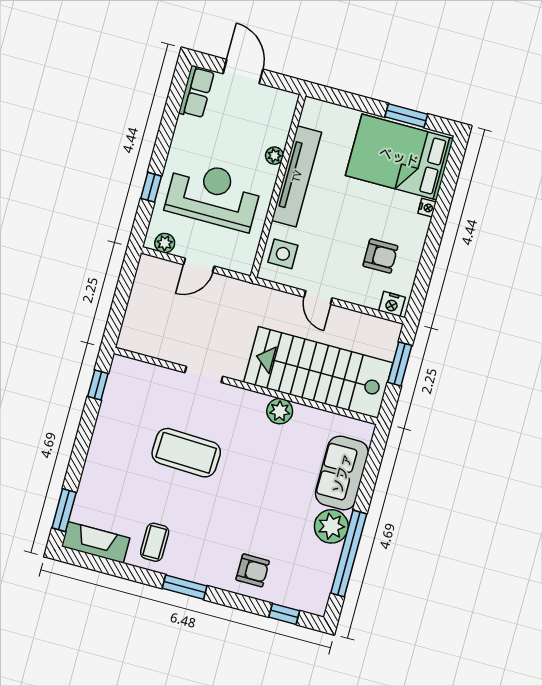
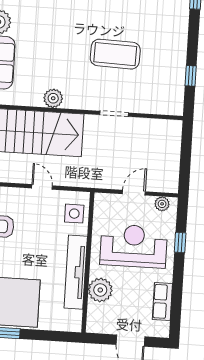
row of seats: (196, 92) -> (162, 302), moved
plant: (274, 156) -> (100, 290), width x1.88, depth x1.88
reception desk: (213, 195) -> (134, 246), turned 180
window: (98, 385) -> (191, 76), moved

